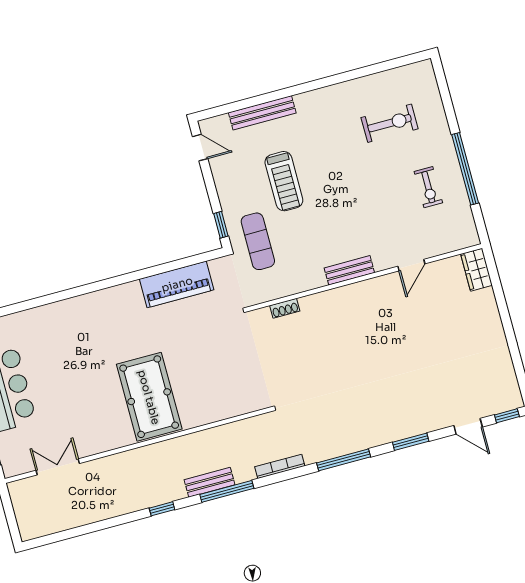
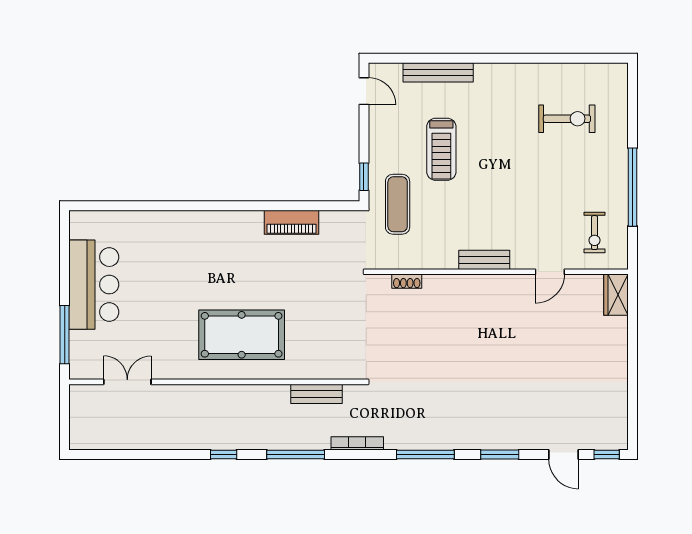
exercise bike: (428, 187) -> (594, 233), moved
piano: (177, 284) -> (291, 222), width x0.73, depth x0.75
pool table: (149, 397) -> (242, 335), turned 90
bench: (210, 482) -> (316, 394), moved

